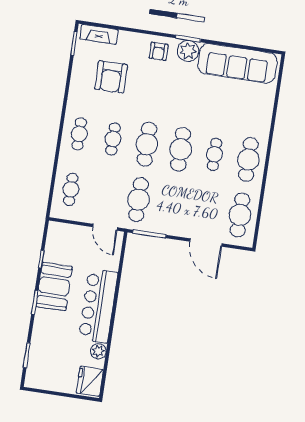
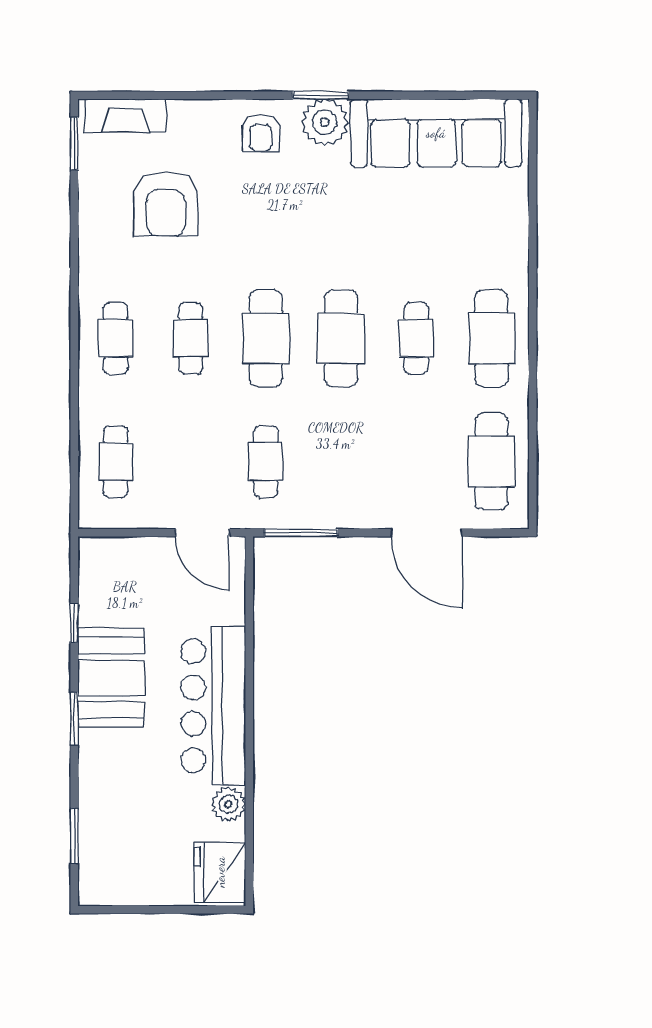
cafe table: (138, 200) -> (266, 462), width x0.73, depth x0.74

